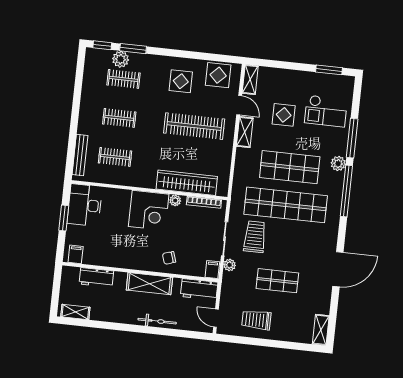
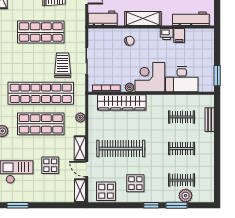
window: (102, 45) -> (151, 205), moved
bench: (80, 155) -> (210, 120), width x0.73
desk: (85, 205) -> (182, 79), moved, turned 90
window: (64, 218) -> (217, 76), moved
trolley: (255, 237) -> (63, 65), turned 180
filing cabinet: (76, 254) -> (179, 36), moved
printer: (122, 261) -> (167, 34), added
plant: (230, 265) -> (80, 118), moved
filing cabinet: (212, 270) -> (94, 35), removed
workbench: (96, 278) -> (191, 19), width x1.38
shop shelf: (277, 281) -> (41, 32), width x1.43, depth x1.36

